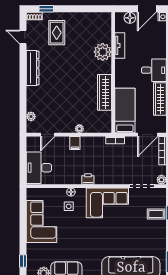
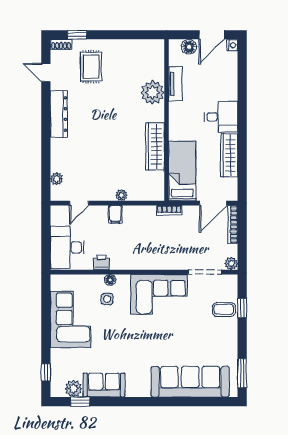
printer: (88, 179) -> (101, 262), moved

